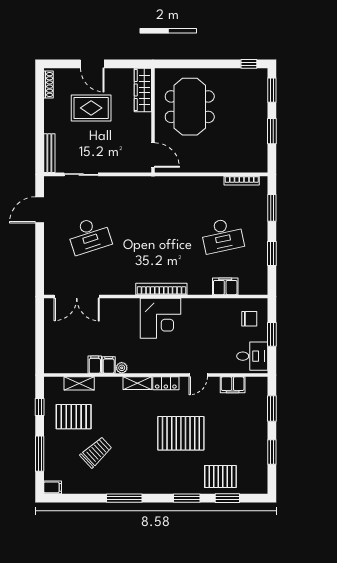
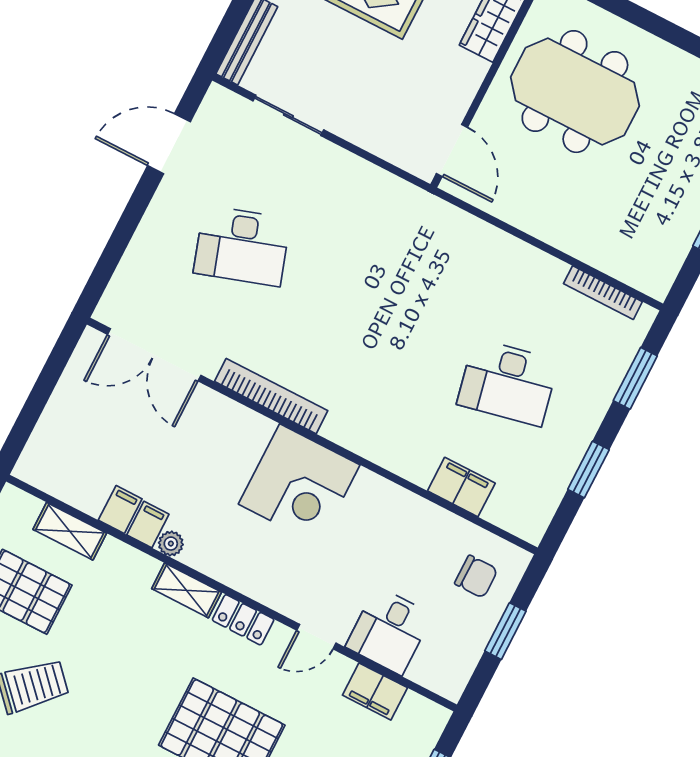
meeting table: (190, 107) -> (575, 92), turned 90
bookcase: (161, 289) -> (271, 396), moved
desk: (252, 356) -> (389, 631), moved, turned 90

